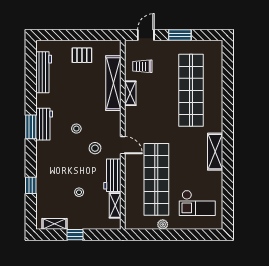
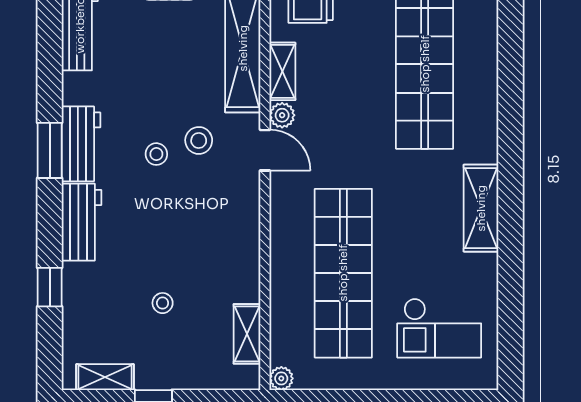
plant: (130, 112) -> (282, 115), added
door: (123, 145) -> (265, 150), moved
stool: (95, 148) -> (199, 140), moved
workbench: (112, 175) -> (81, 222), moved, turned 180
plant: (163, 224) -> (281, 378), moved

